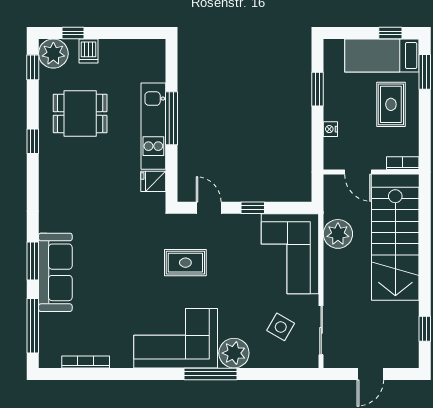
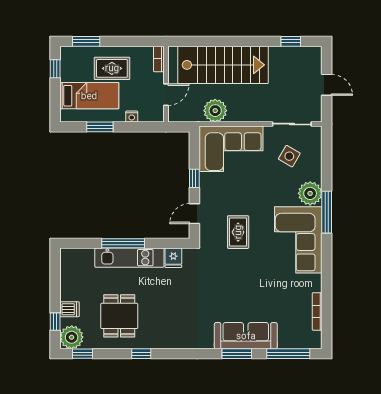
bed: (382, 56) -> (89, 96), moved, turned -90

